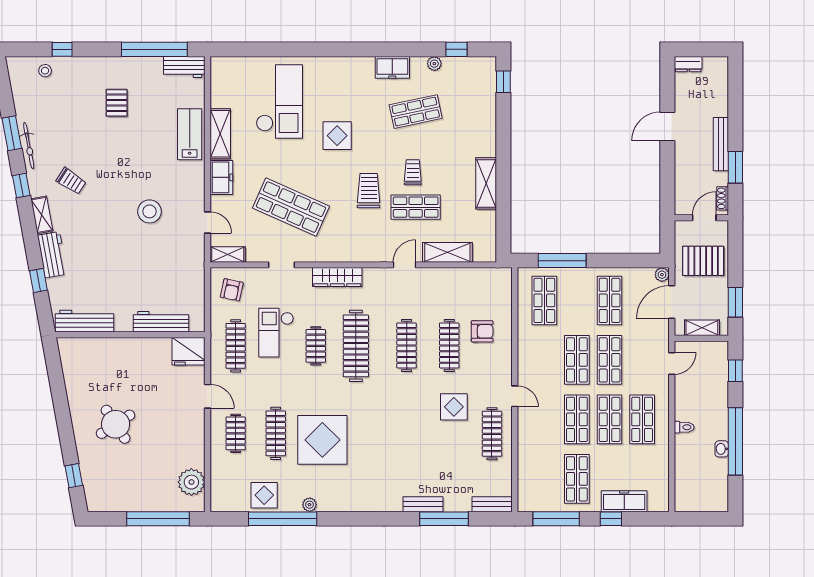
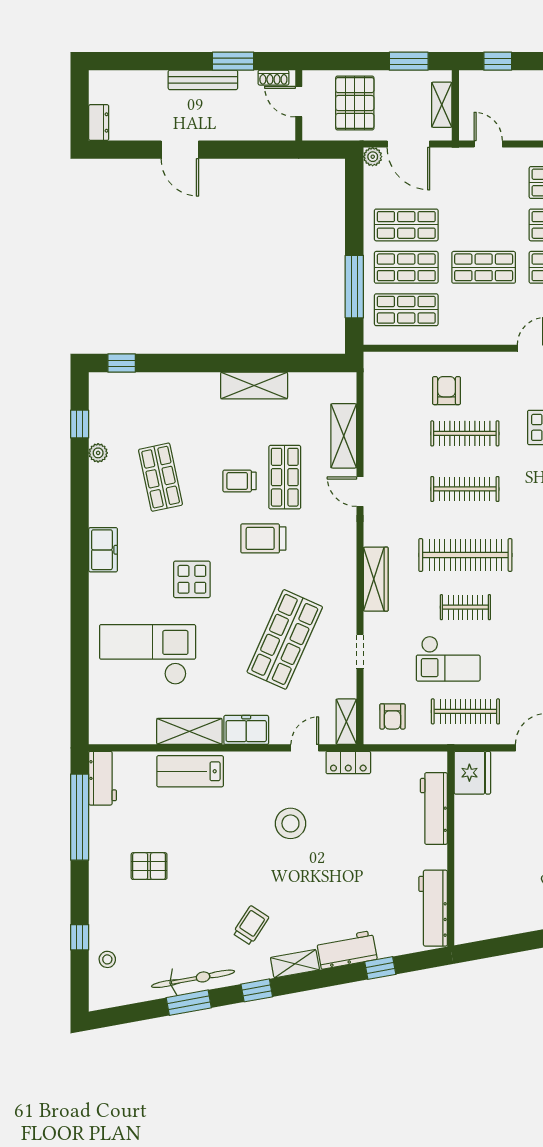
freezer: (392, 67) -> (103, 550), moved
bicycle: (29, 146) -> (193, 979), width x1.37, depth x1.40
locker: (196, 256) -> (348, 762), added
armchair: (232, 290) -> (392, 716), turned 78
shop shelf: (610, 360) -> (406, 267), moved

